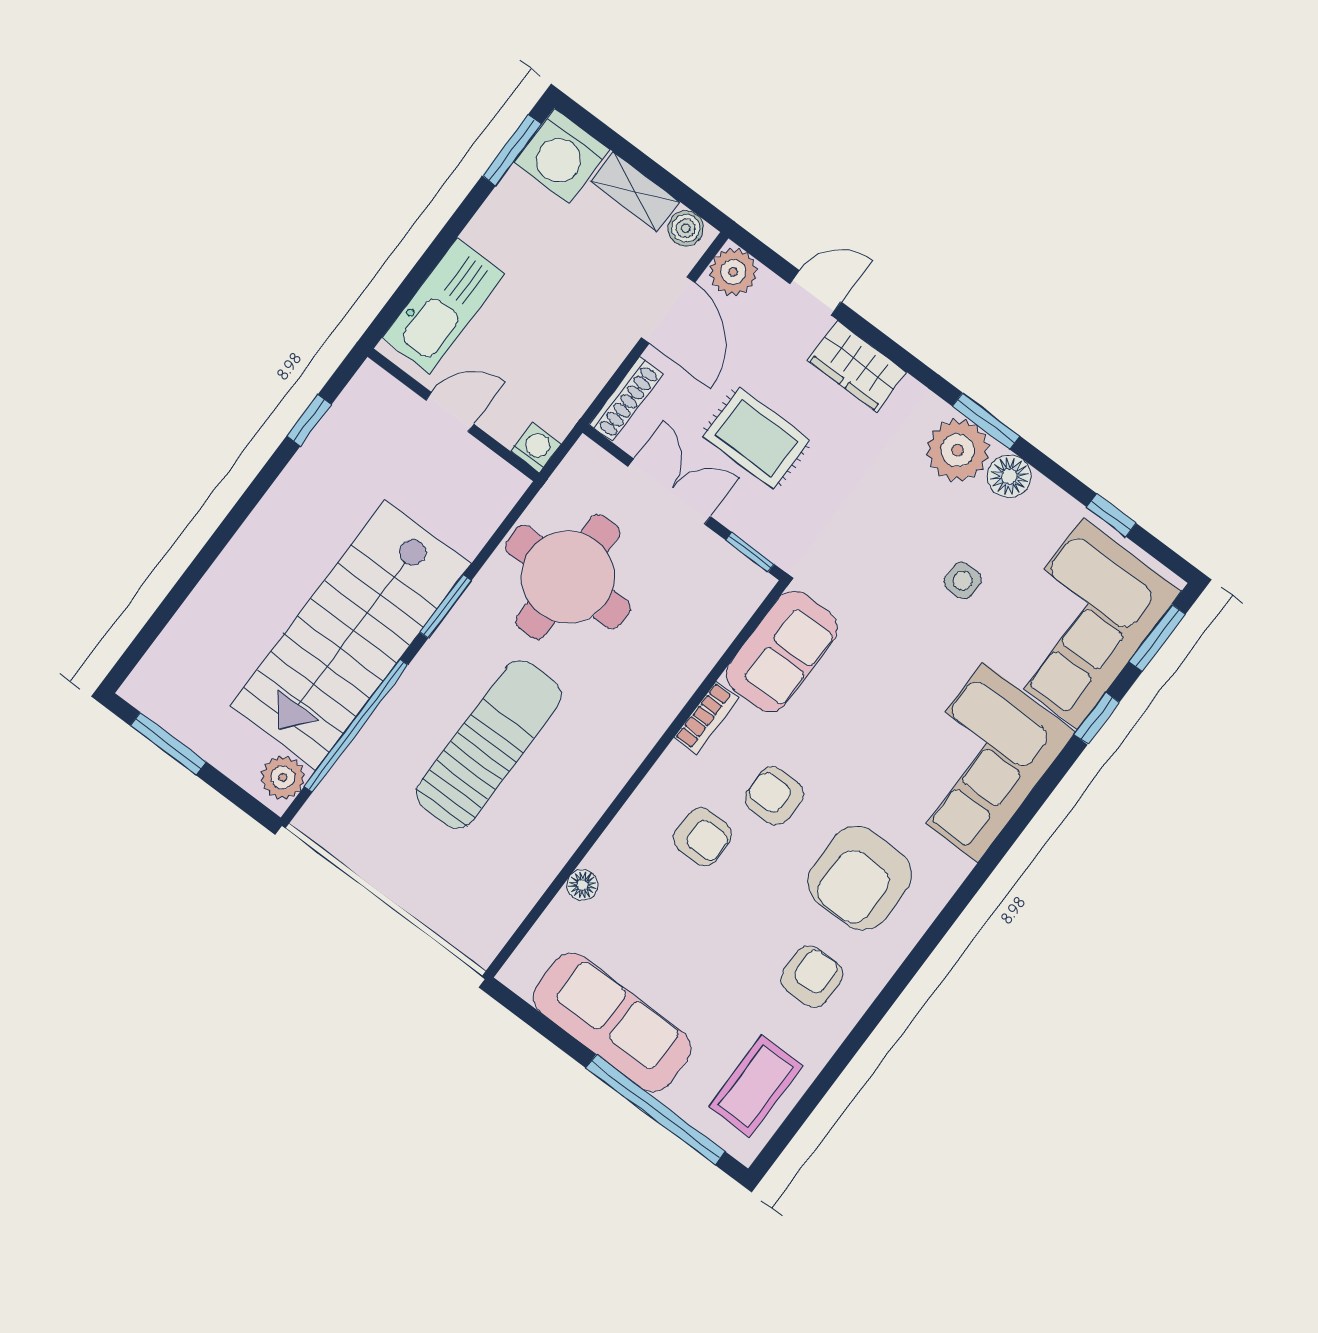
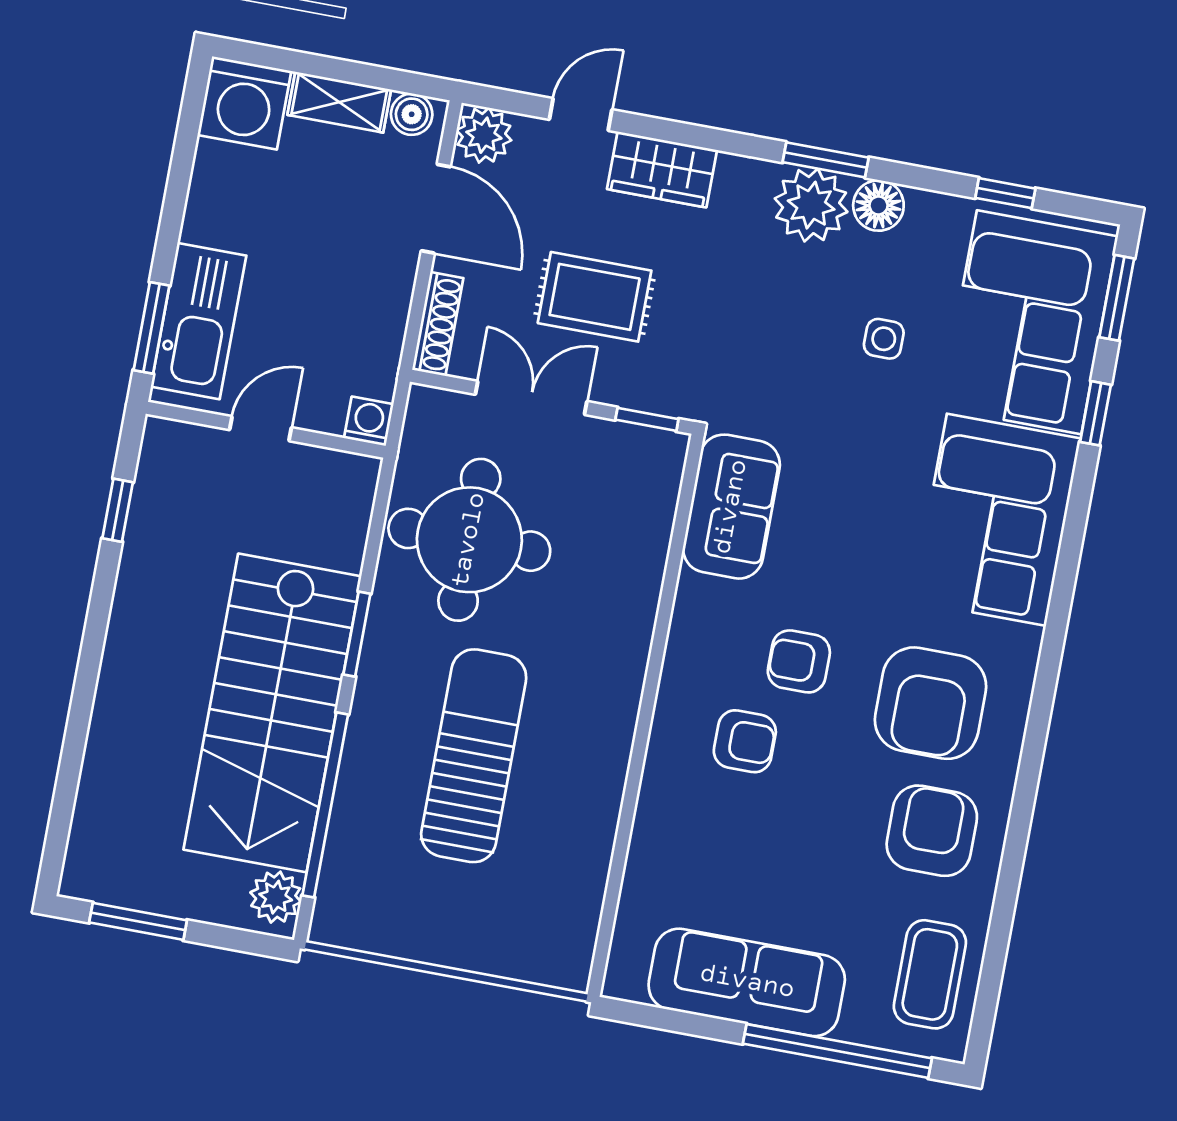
window: (512, 150) -> (151, 328), moved
bookcase: (706, 718) -> (687, 615), removed
floor lamp: (582, 885) -> (644, 854), removed
armchair: (812, 977) -> (932, 831), width x1.38, depth x1.38

